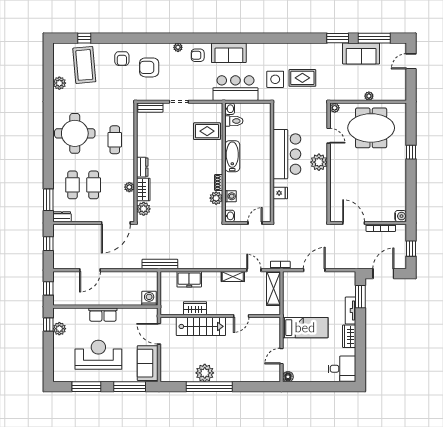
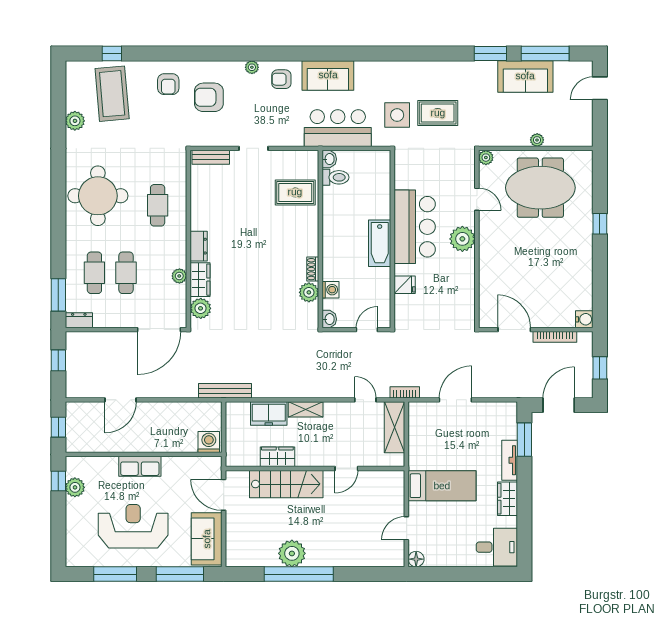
bathtub: (232, 156) -> (380, 243), moved, turned 180
shelving: (233, 276) -> (306, 409), moved

